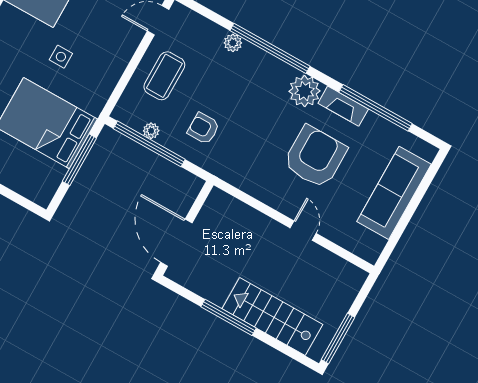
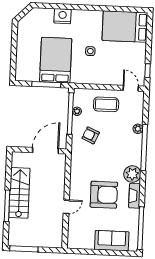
window: (375, 108) -> (141, 228), moved
armchair: (204, 128) -> (91, 135), turned -66
sofa: (394, 193) -> (112, 241), width x0.73
door: (176, 243) -> (46, 151), moved
window: (228, 317) -> (7, 206), moved
stairs: (272, 317) -> (19, 193), moved

